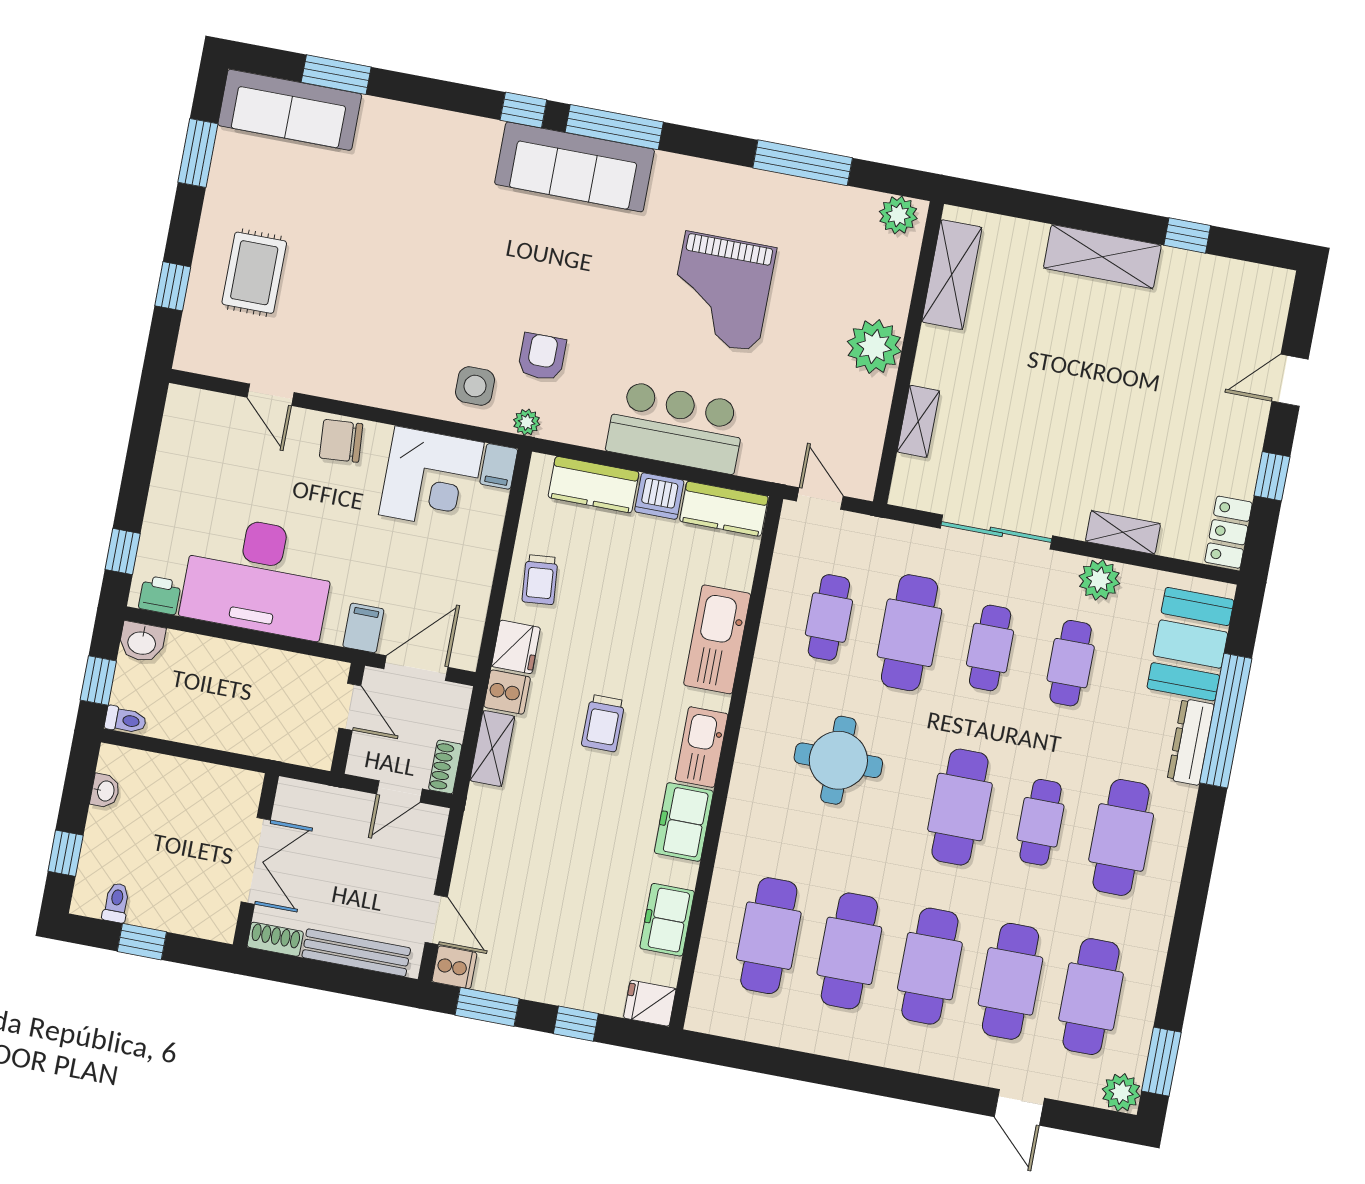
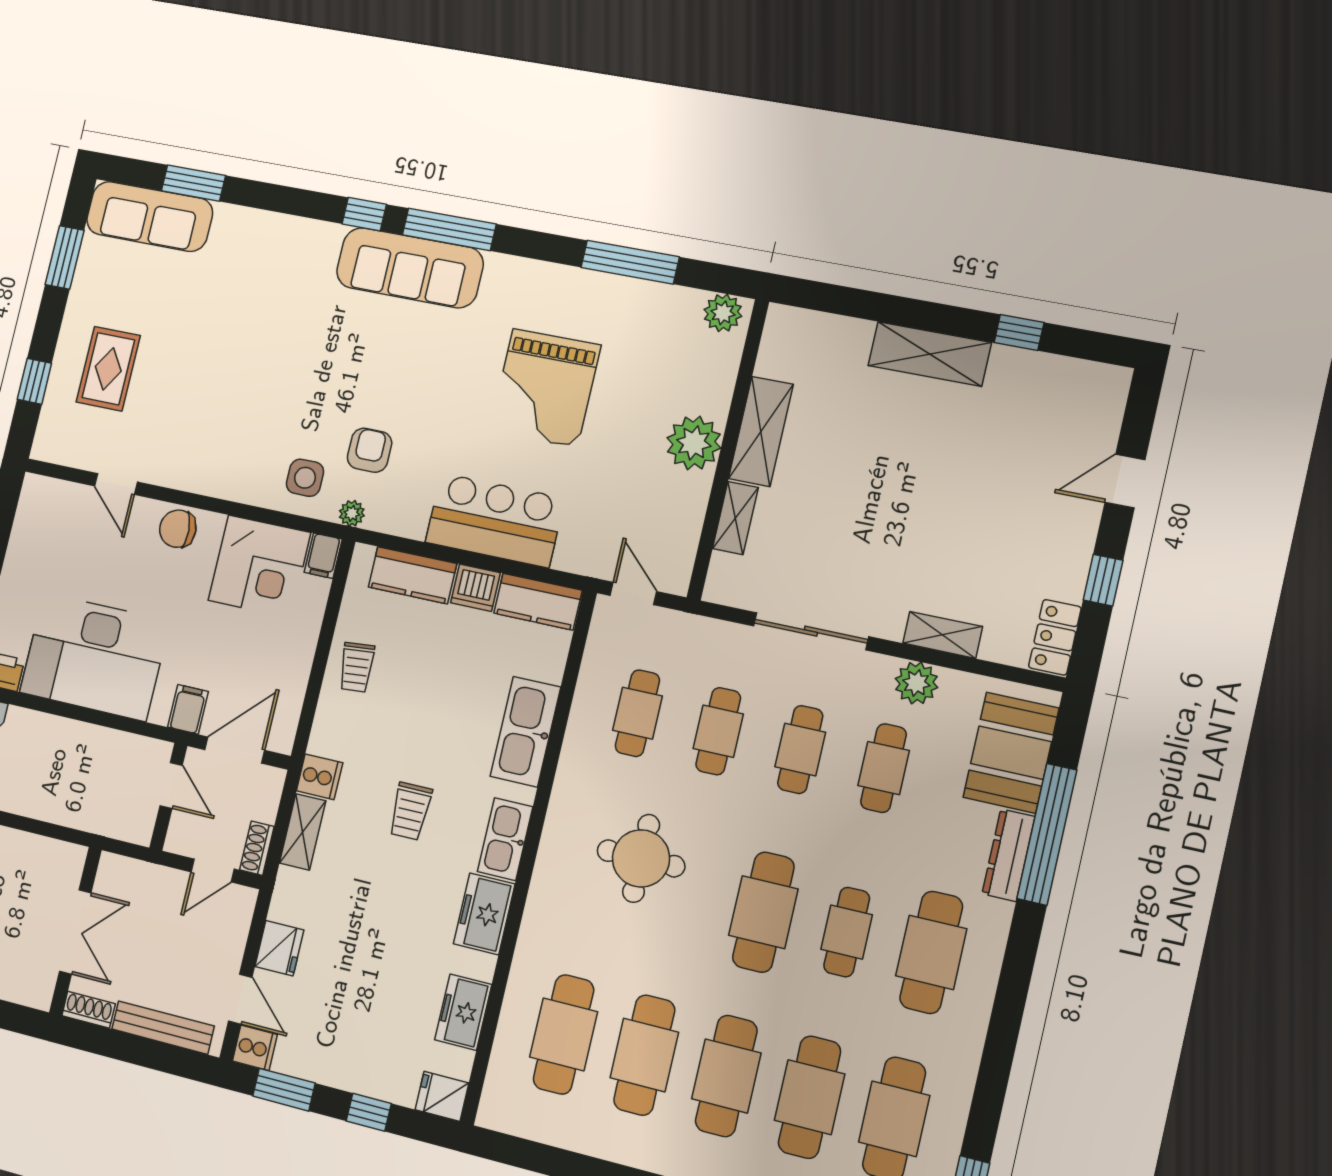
shelving: (952, 275) -> (761, 431), moved
cafe table: (909, 633) -> (718, 731), width x0.73, depth x0.74
fridge: (516, 647) -> (279, 948), moved

